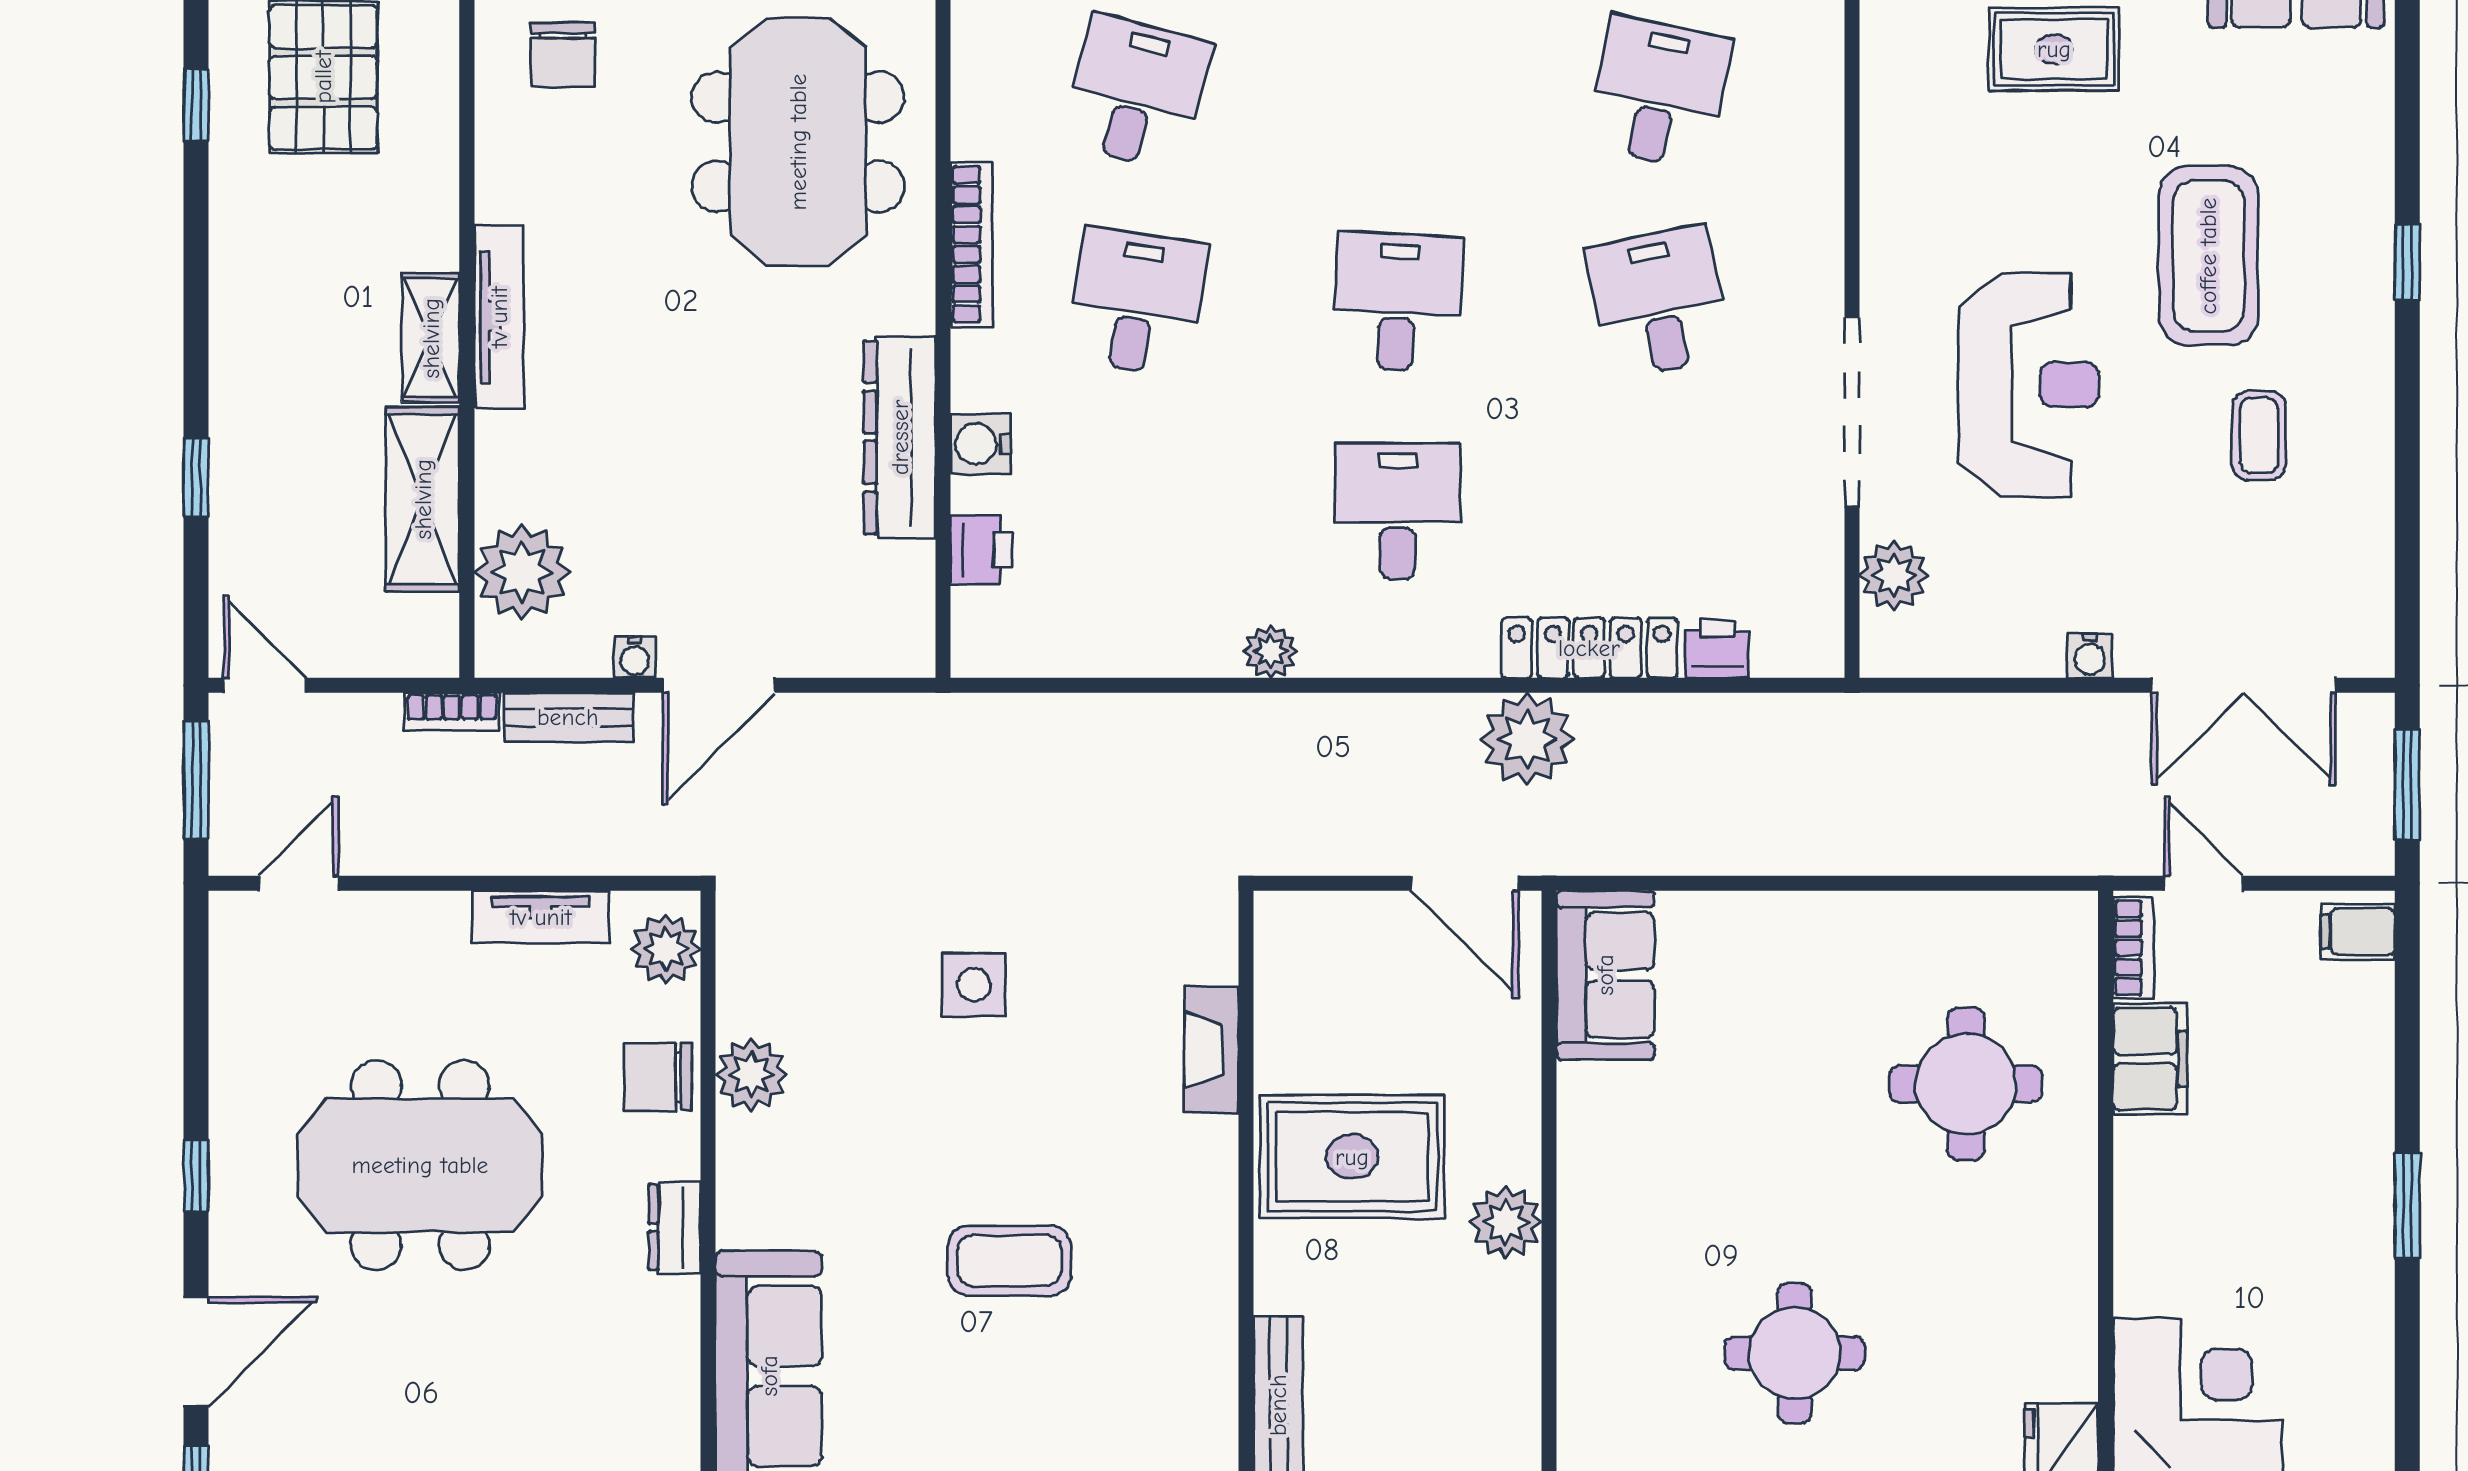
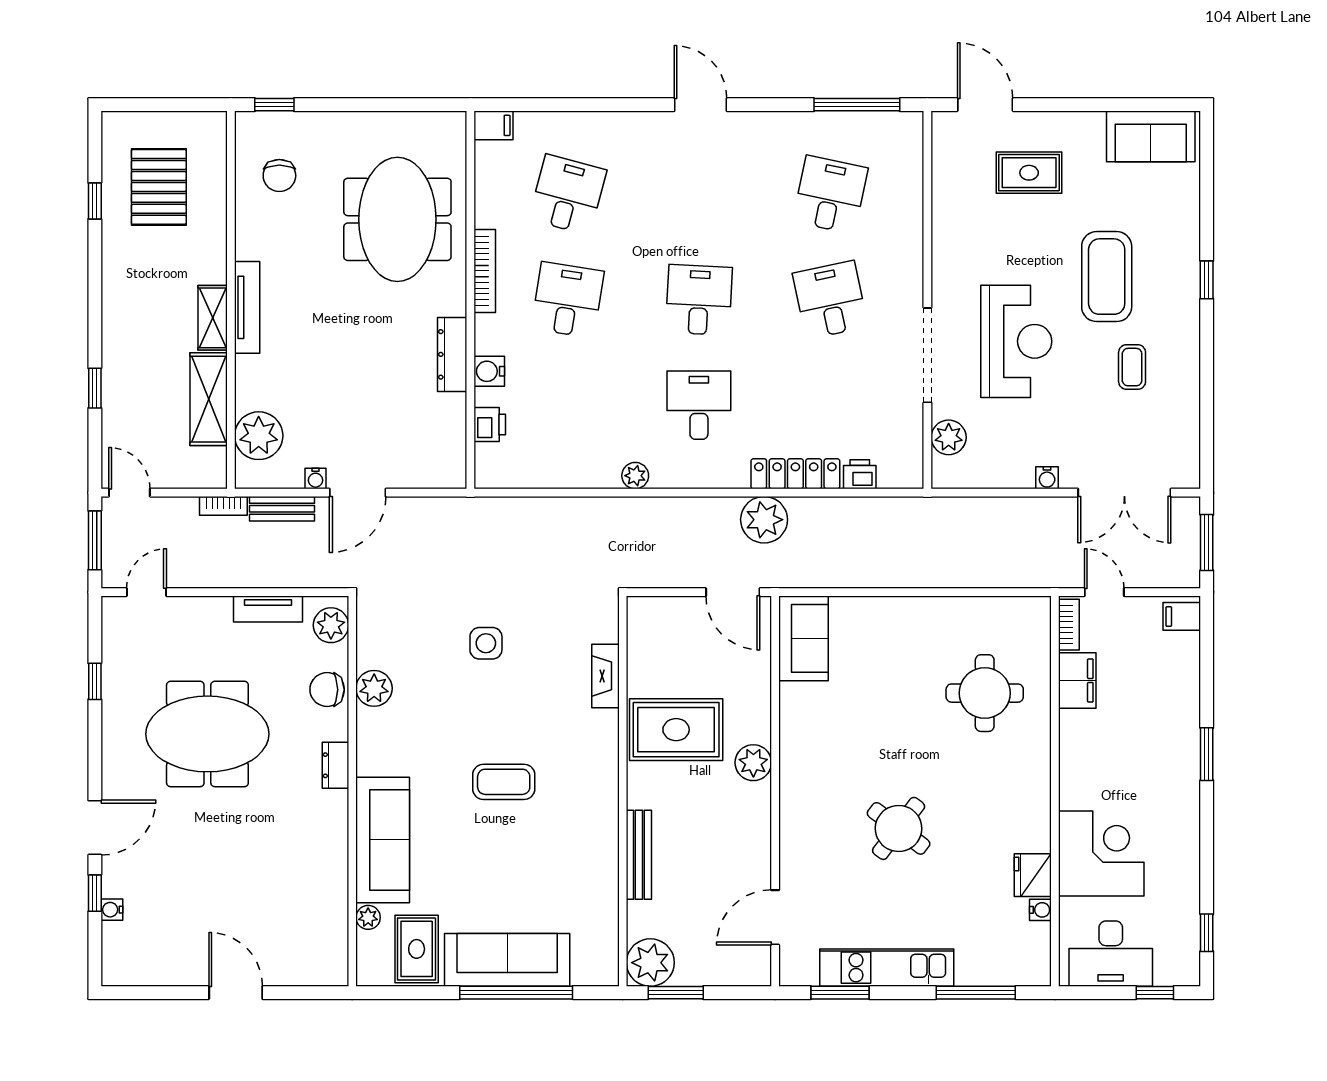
dresser: (900, 437) -> (452, 354), width x0.73, depth x0.80
window: (196, 1176) -> (95, 681), moved
round table: (1795, 1353) -> (899, 828), turned 37

